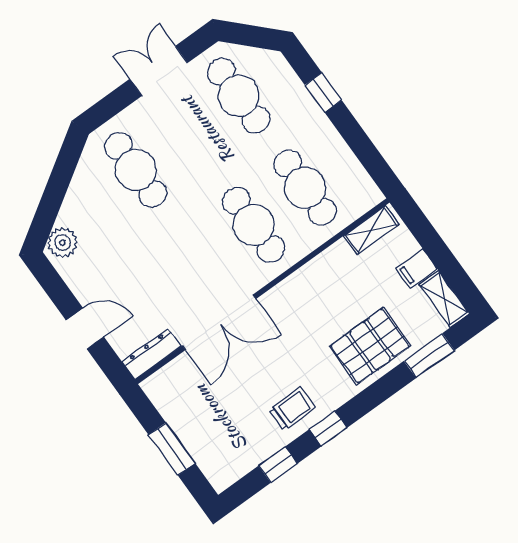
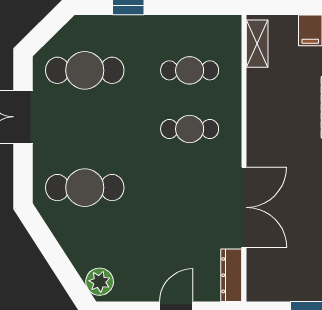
cafe table: (305, 188) -> (190, 70), width x0.73, depth x0.74
cafe table: (254, 225) -> (190, 129), width x0.73, depth x0.74

